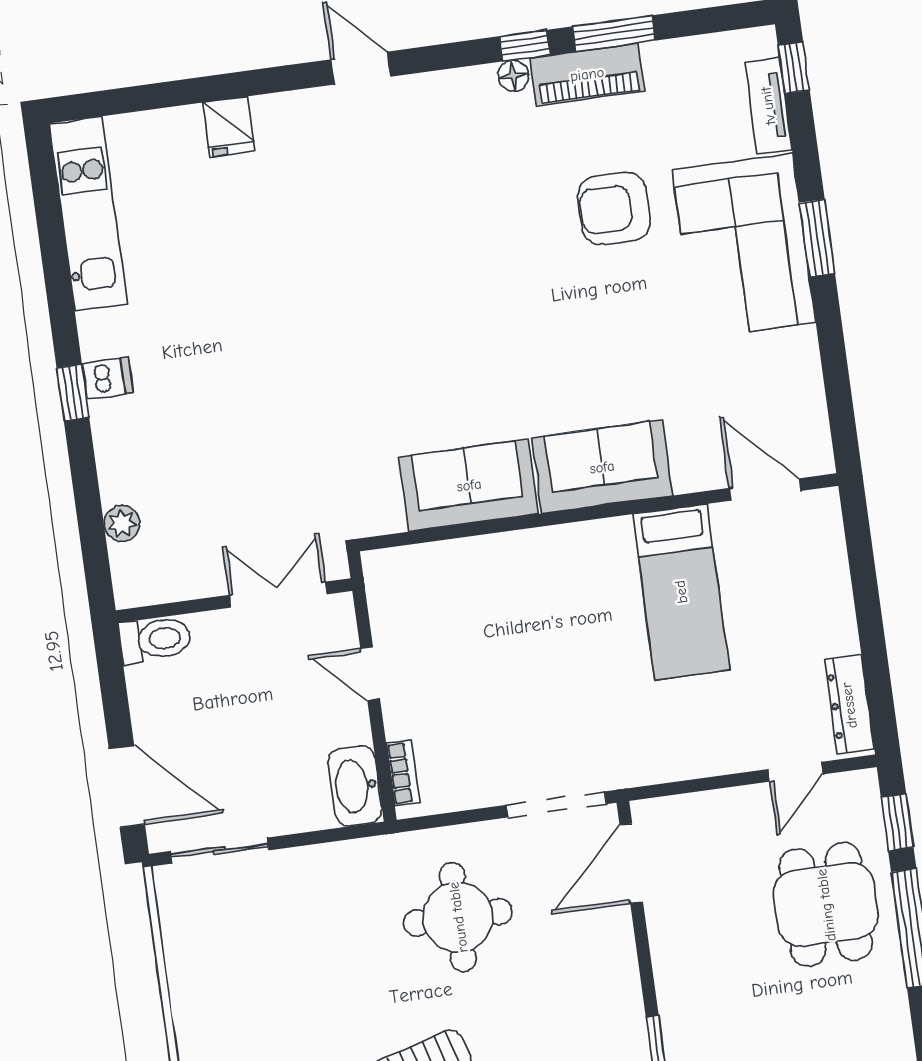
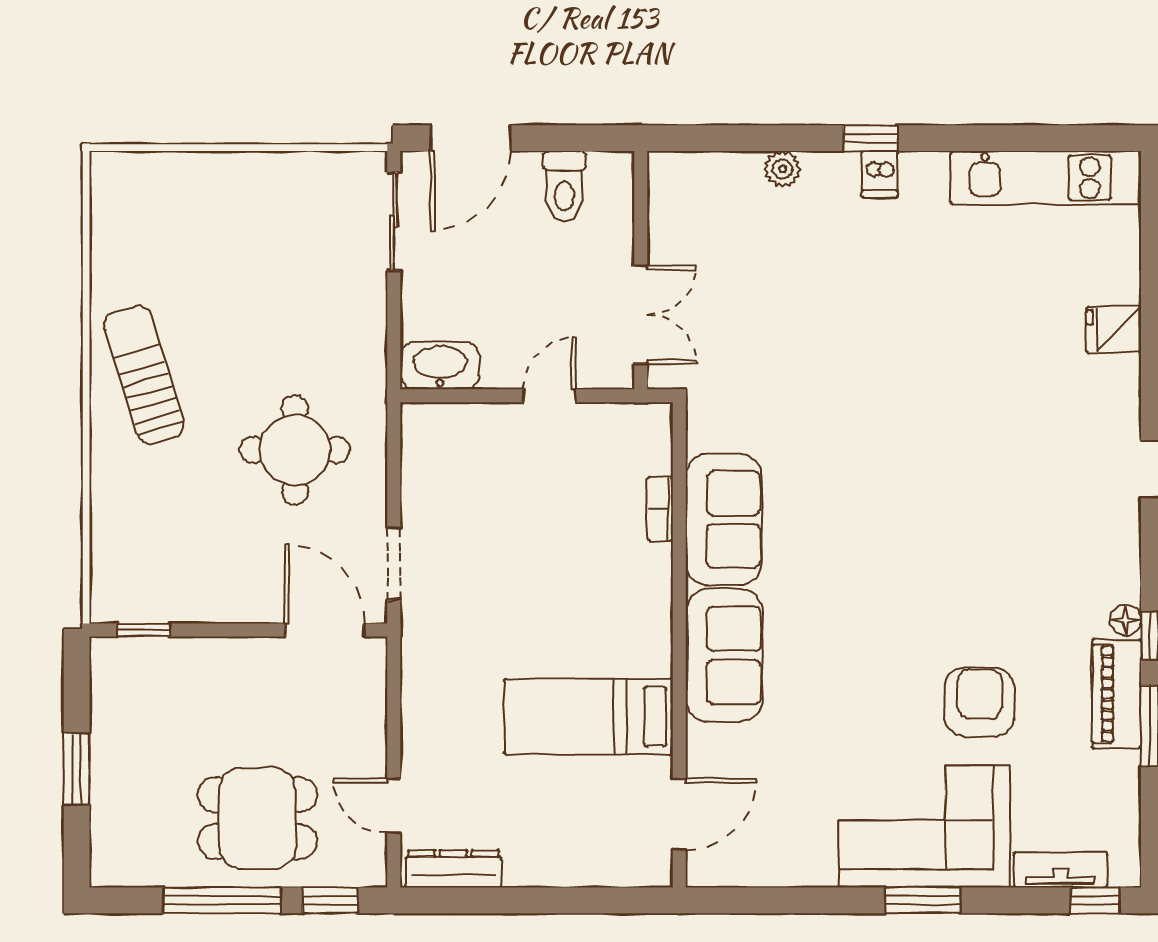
plant: (122, 523) -> (782, 169), moved
toilet: (155, 639) -> (564, 186), moved
bookcase: (403, 773) -> (660, 509), moved, turned 90
doorway: (557, 804) -> (394, 564), width x0.73

